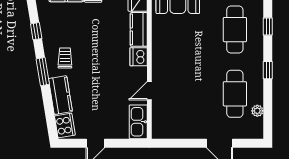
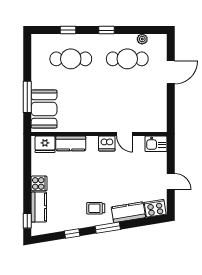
dishwasher: (139, 57) -> (107, 143), moved
kitchen sink: (138, 122) -> (156, 144), width x0.73

